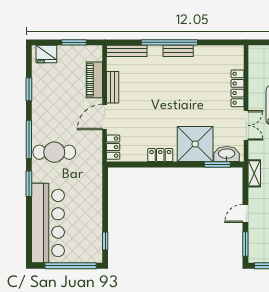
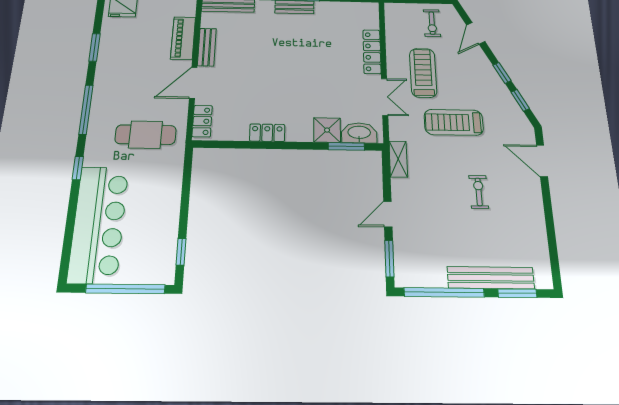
shower: (195, 144) -> (327, 130), width x0.54, depth x0.54
cafe table: (54, 152) -> (146, 135), moved
window: (29, 184) -> (78, 168), width x0.67

